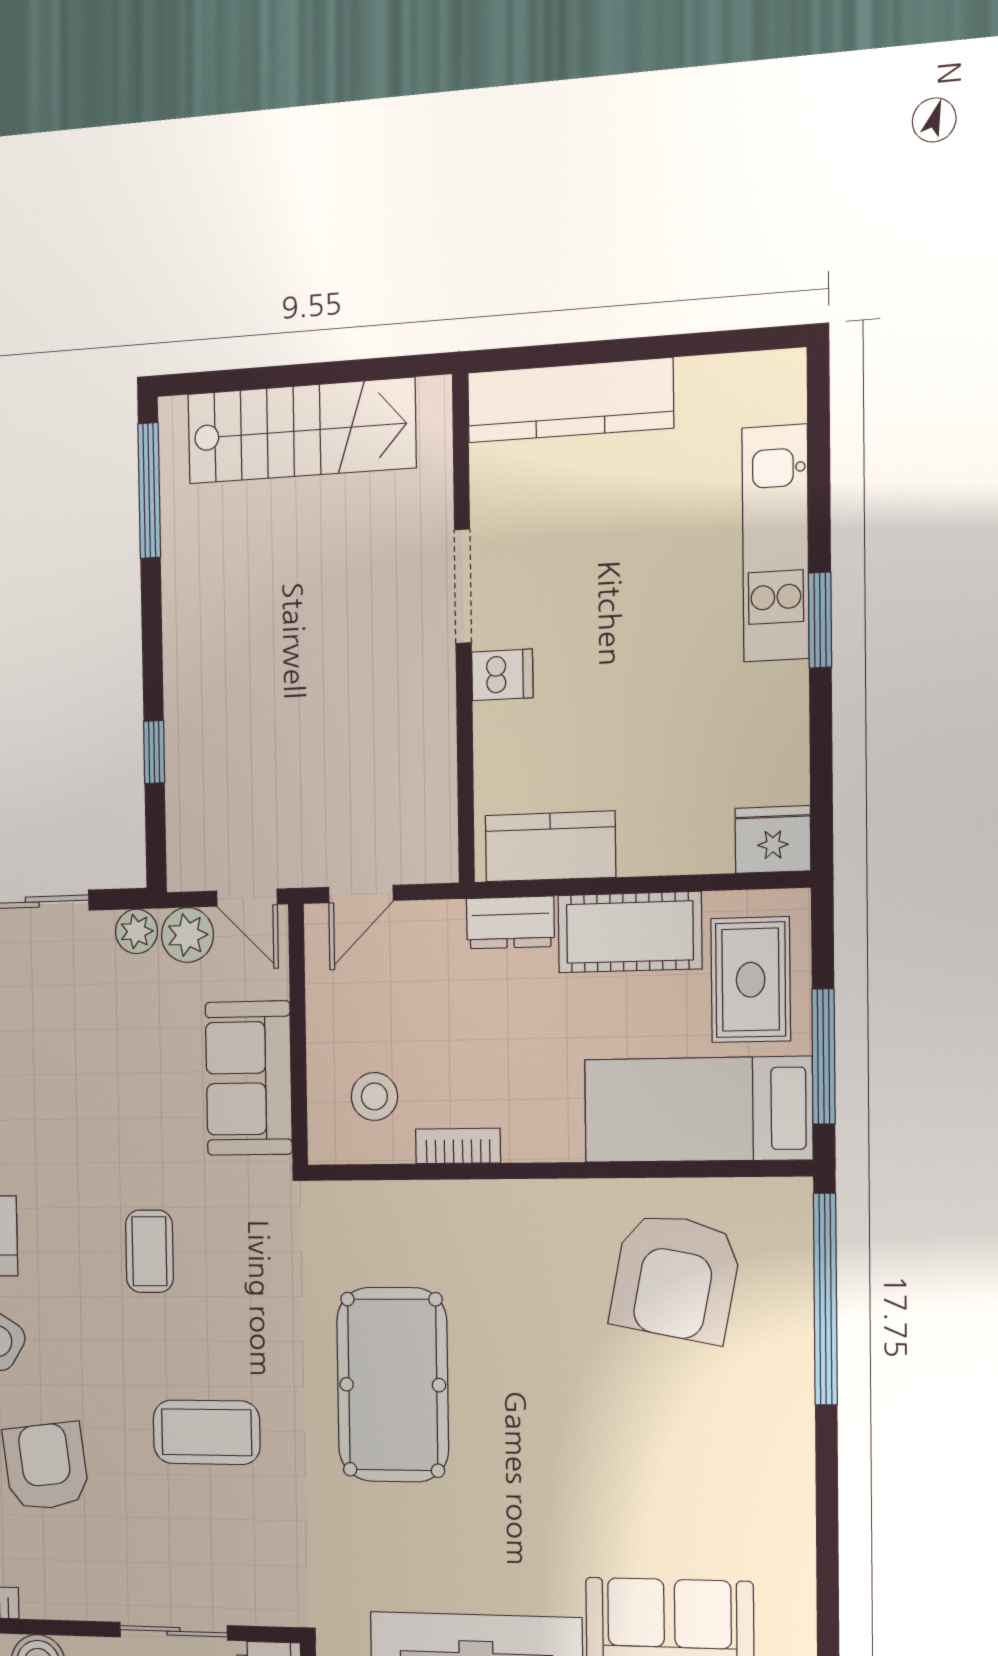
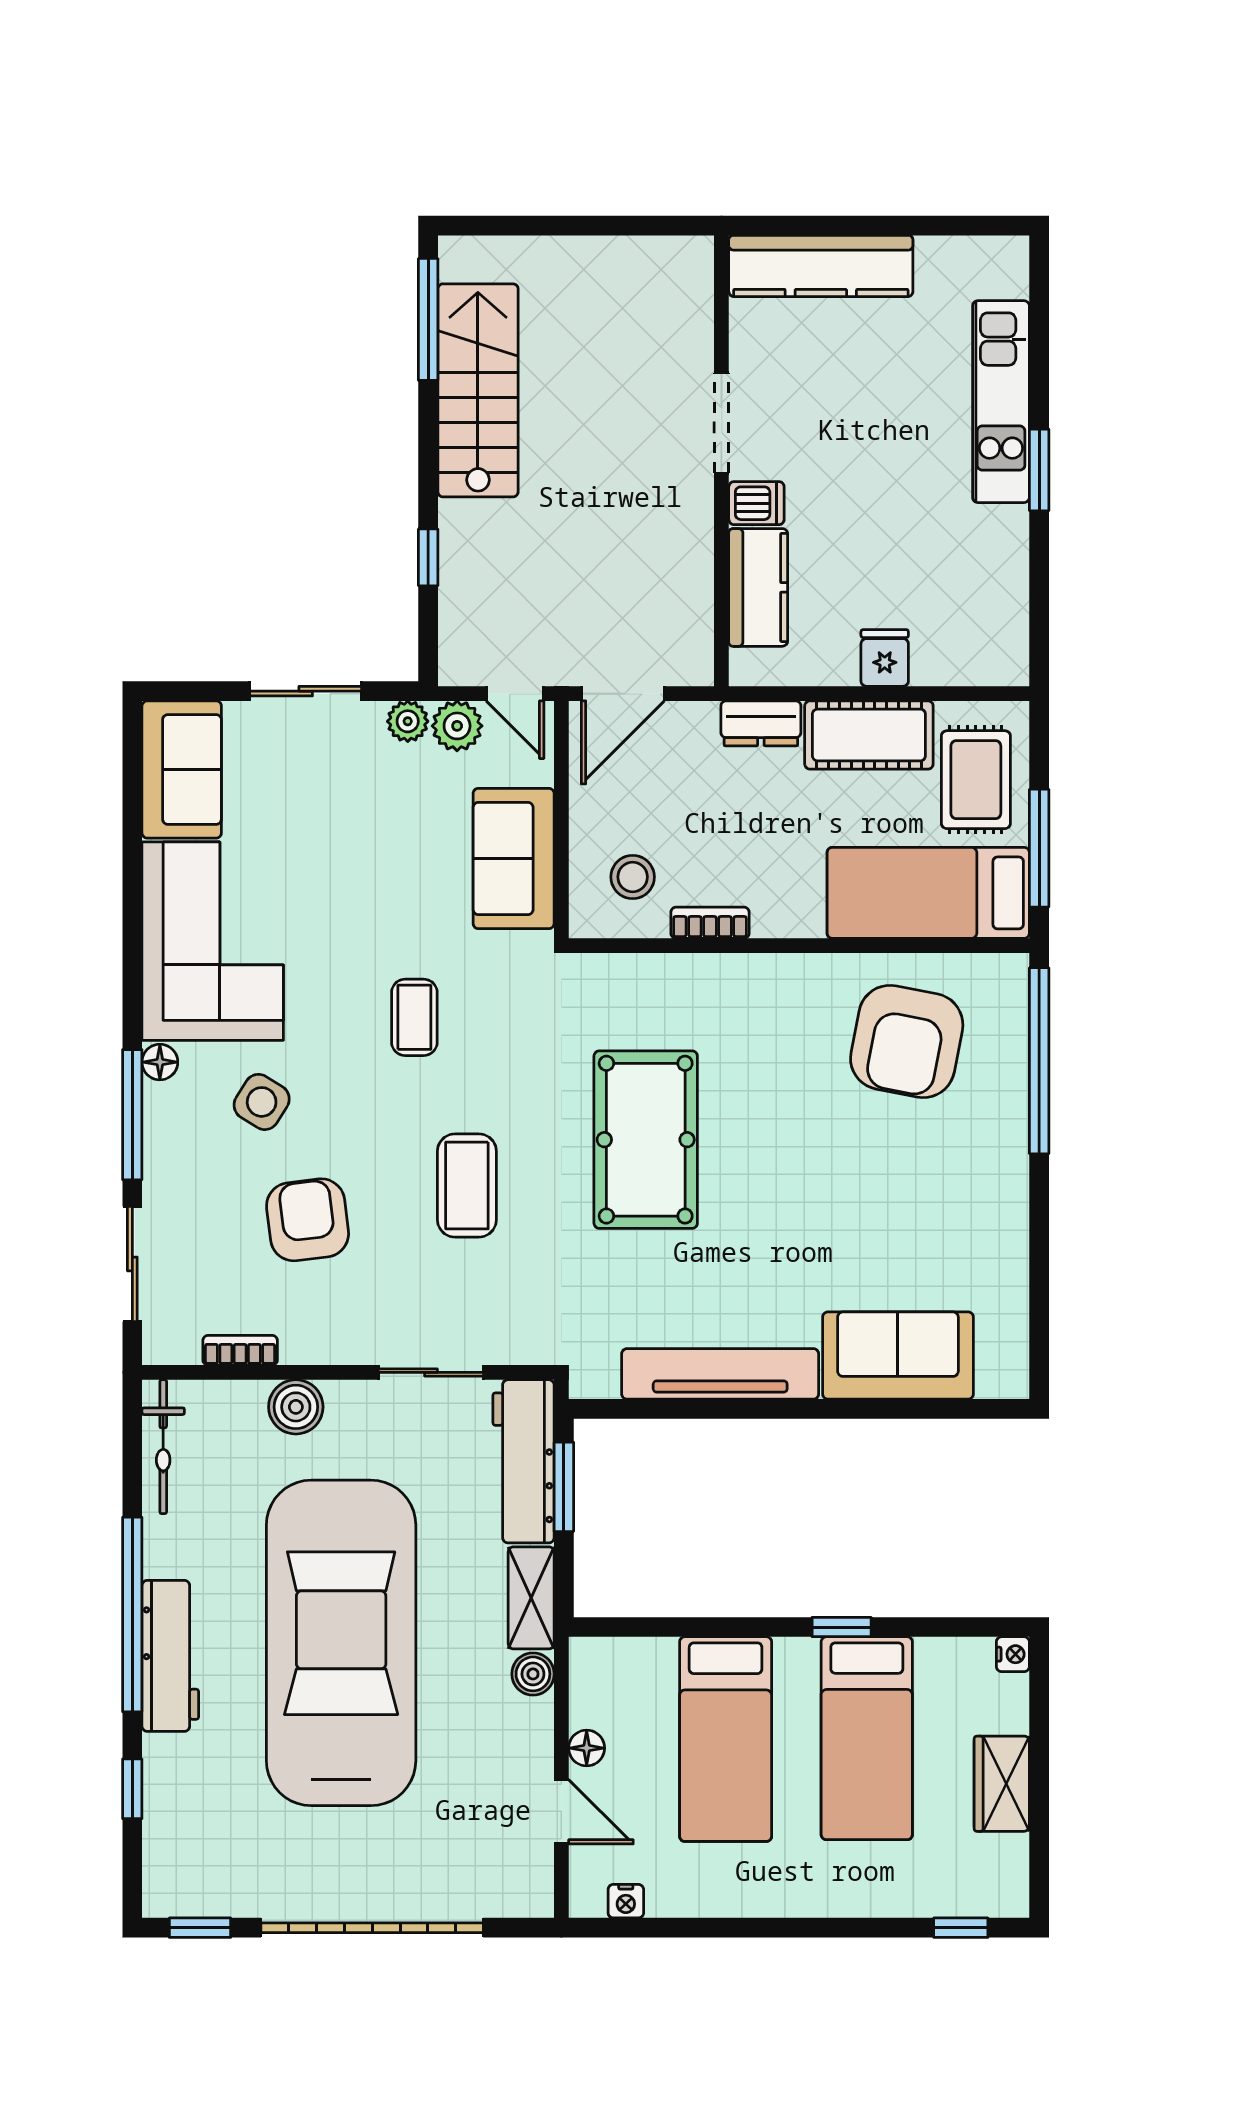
stairs: (301, 431) -> (478, 390), moved, turned -90
fridge: (773, 840) -> (885, 658), moved, width x0.72
kitchen counter: (550, 846) -> (758, 587), moved, turned 90
door: (361, 894) -> (623, 694), width x1.38
coffee table: (207, 1432) -> (467, 1185), turned 90

